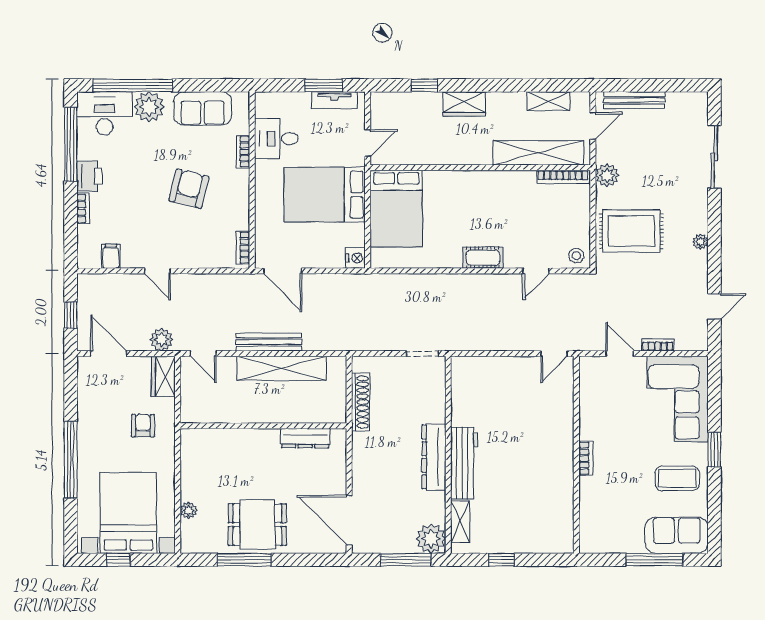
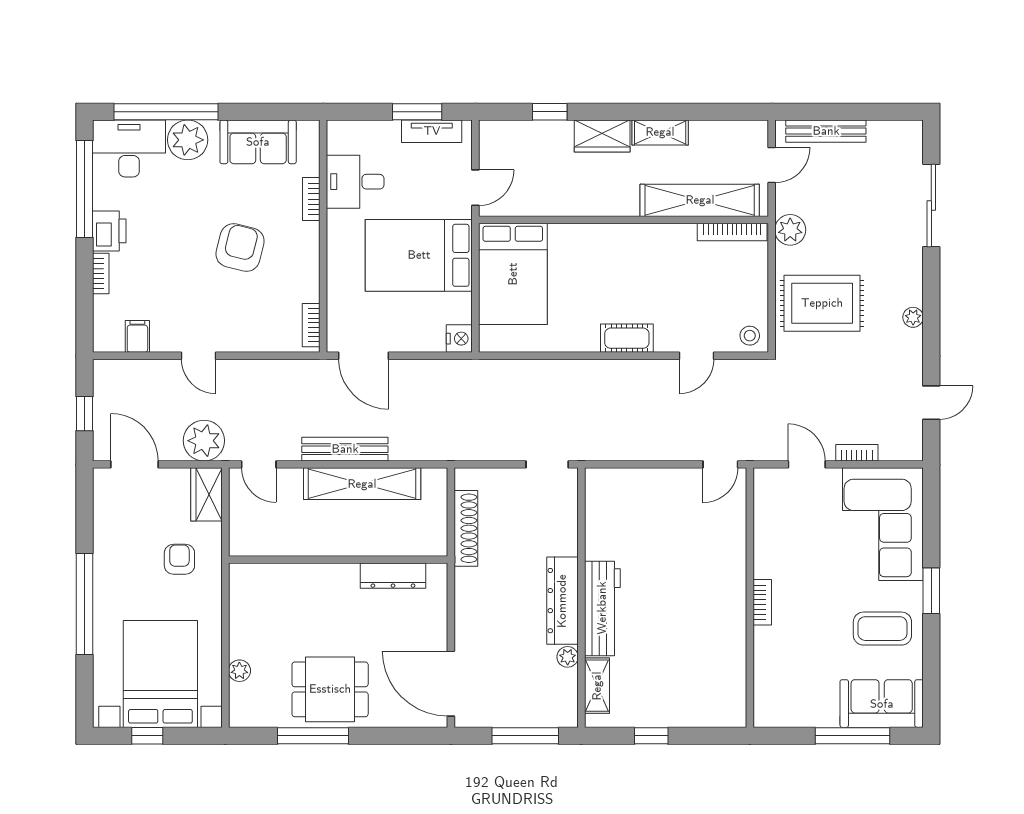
shelving: (548, 101) -> (660, 132), moved
plant: (161, 340) -> (204, 441), width x1.36, depth x1.36
plant: (431, 539) -> (568, 657), moved, width x0.53, depth x0.53

